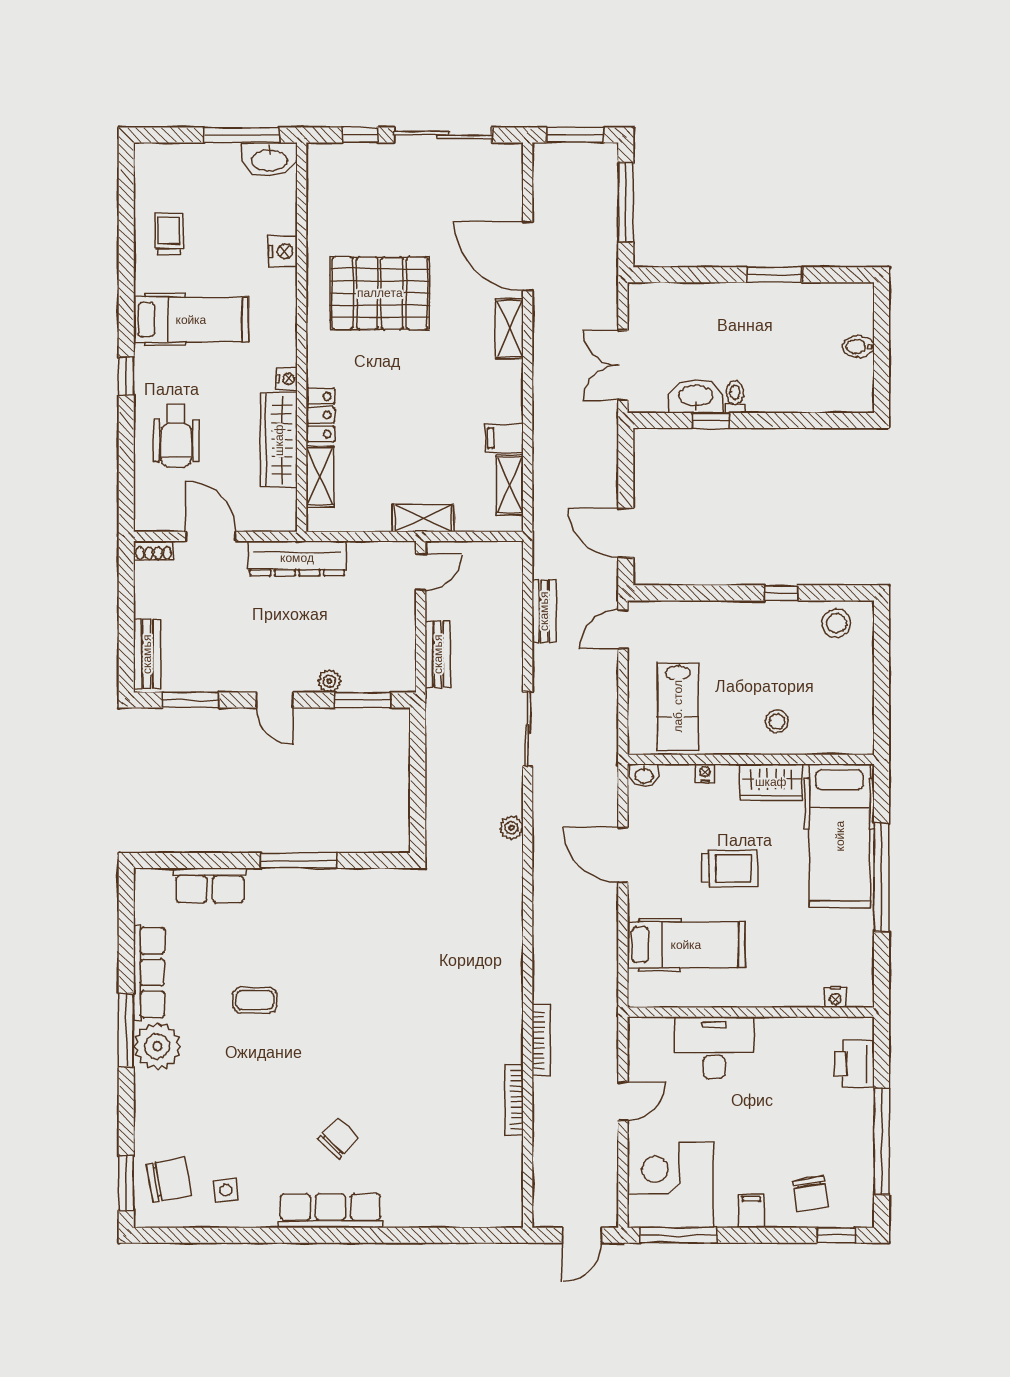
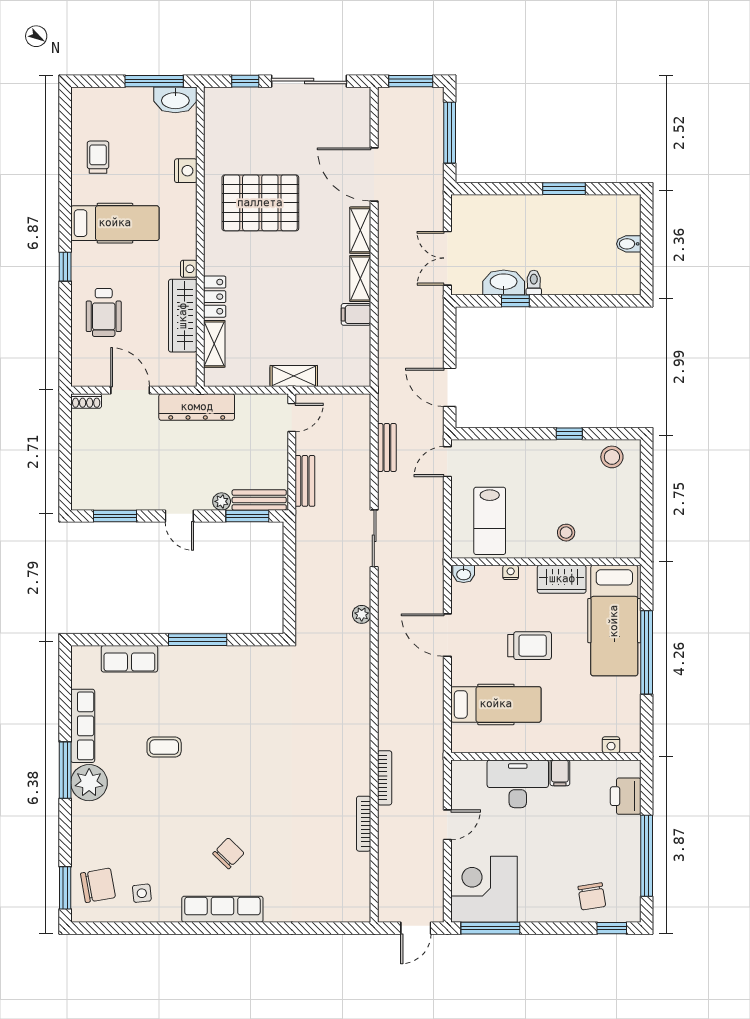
shelving: (510, 485) -> (360, 278), moved
bench: (147, 654) -> (259, 500), moved, turned 90
filing cabinet: (751, 1211) -> (560, 773), moved, turned 180

